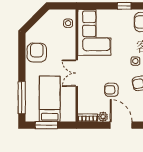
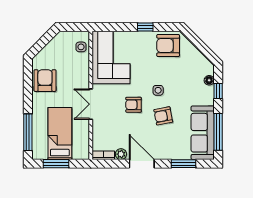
armchair: (111, 90) -> (134, 105), moved

